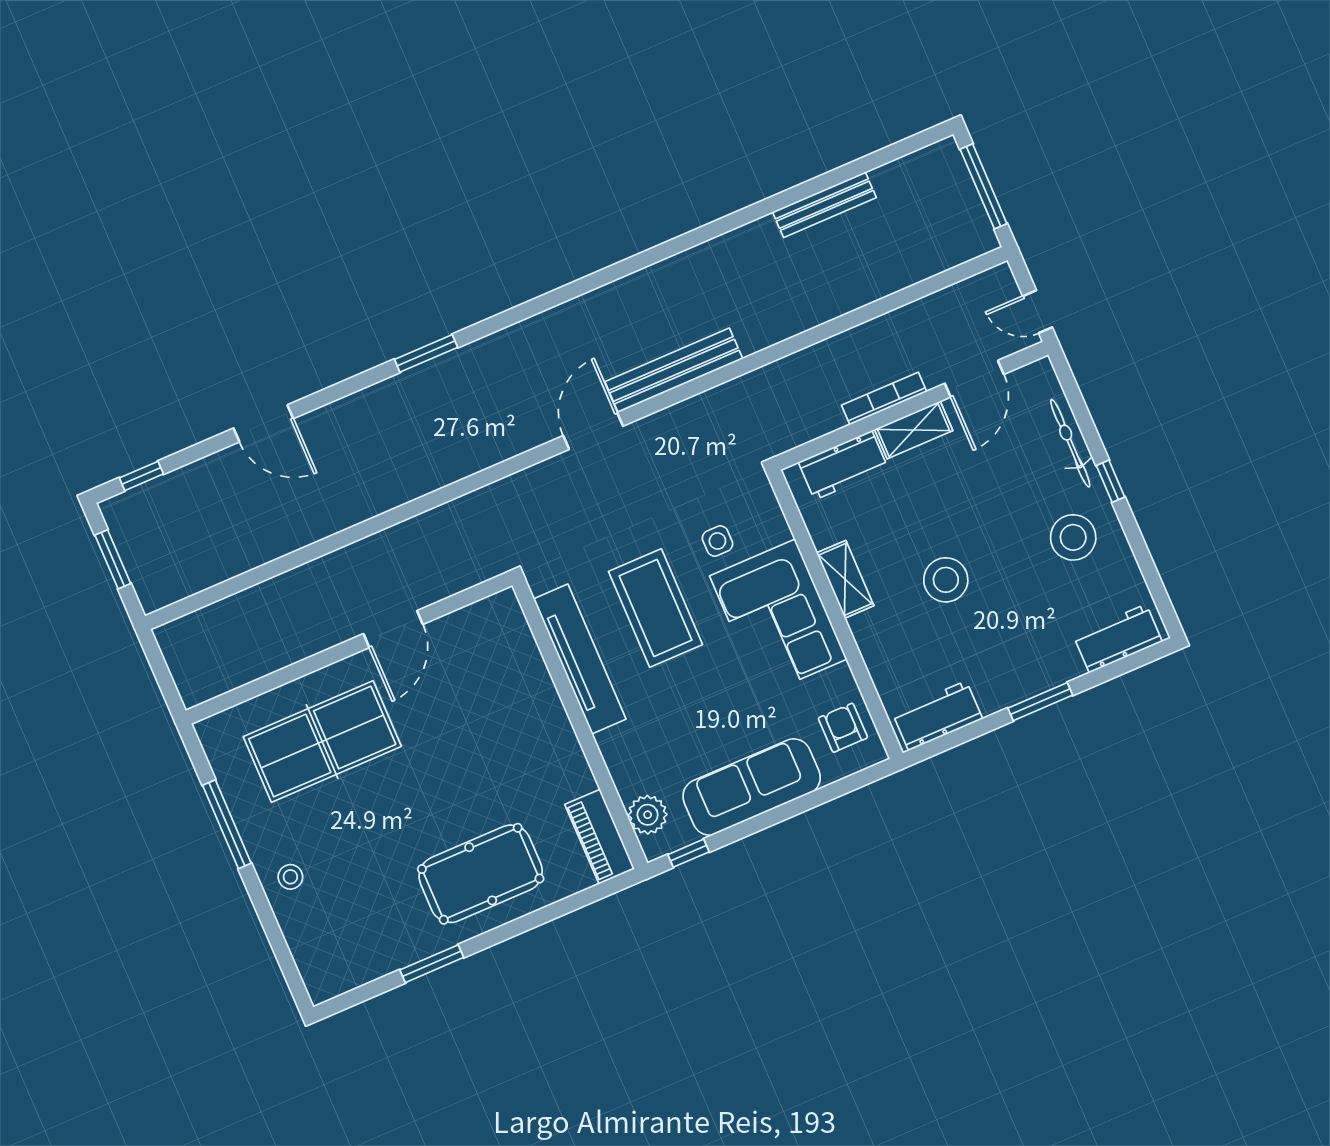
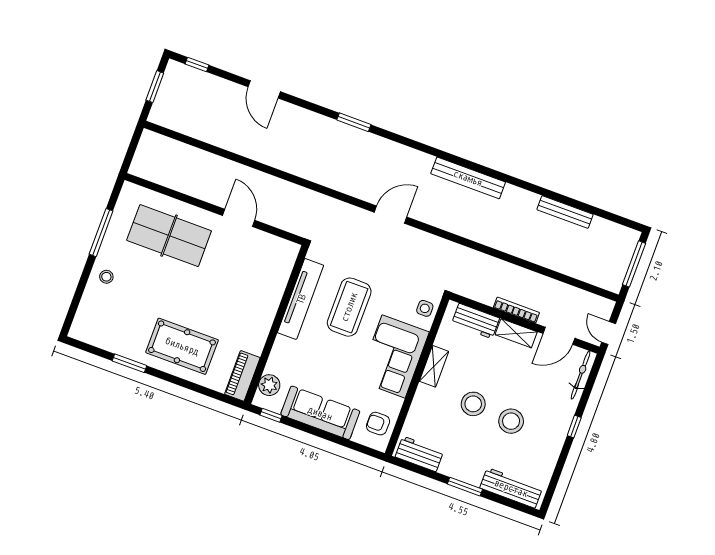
bench: (674, 370) -> (468, 178), moved
bicycle: (1070, 443) -> (581, 375), moved
stool: (1073, 537) -> (511, 421), moved
side table: (717, 541) -> (425, 308), moved
door: (393, 629) -> (239, 218), swing flipped
workbench: (1118, 638) -> (511, 488), width x1.37
armchair: (843, 728) -> (378, 424), turned -90

